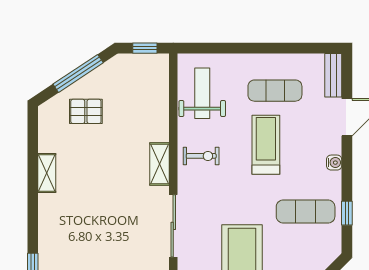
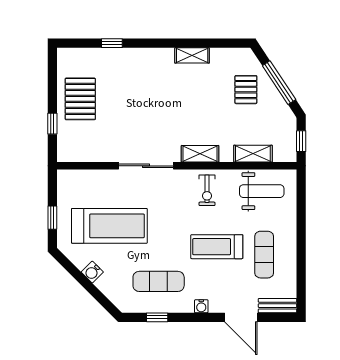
shelving: (159, 103) -> (253, 154), added
treadmill: (266, 145) -> (217, 247), turned 180
exercise mat: (306, 212) -> (159, 281), turned 90

